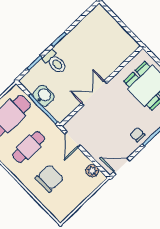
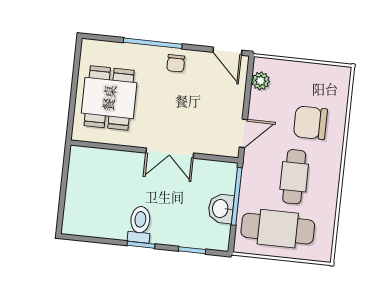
toilet: (55, 62) -> (140, 224), moved
cafe table: (29, 147) -> (294, 177), turned 90

